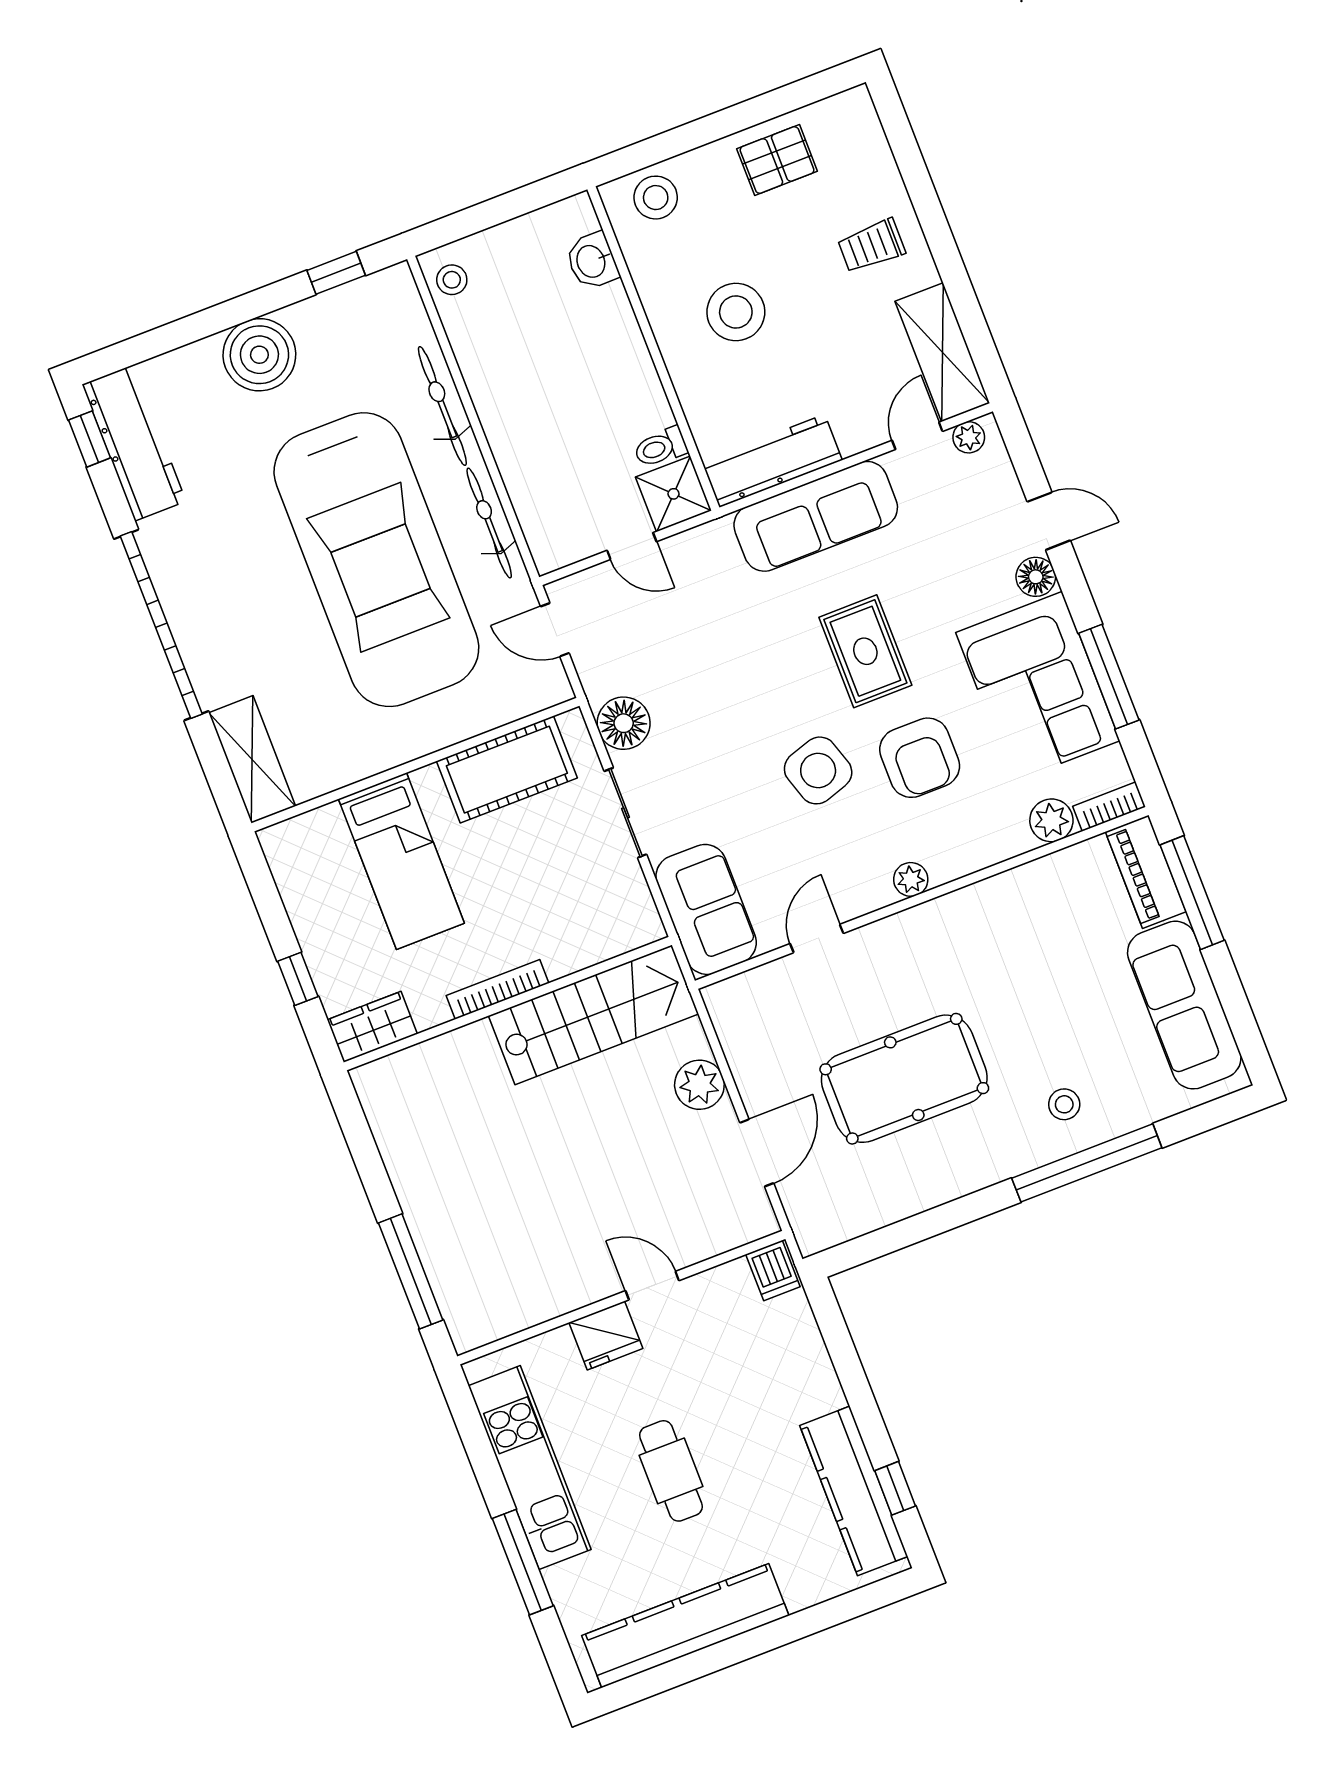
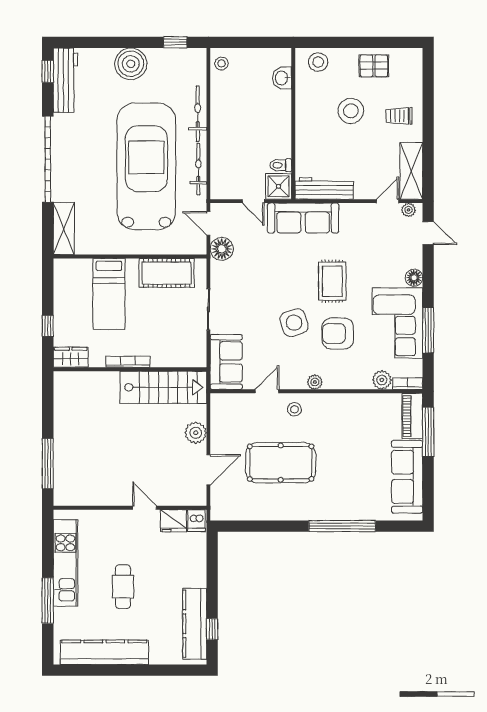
stool: (736, 312) -> (351, 111), moved
sofa: (816, 516) -> (303, 218), moved
door: (1049, 521) -> (428, 233), moved
car: (376, 560) -> (146, 166), turned 180
floor lamp: (624, 723) -> (222, 249), moved
armchair: (920, 758) -> (338, 333), turned 90
stool: (1064, 1104) -> (294, 409), moved
fridge: (606, 1335) -> (173, 521), moved

